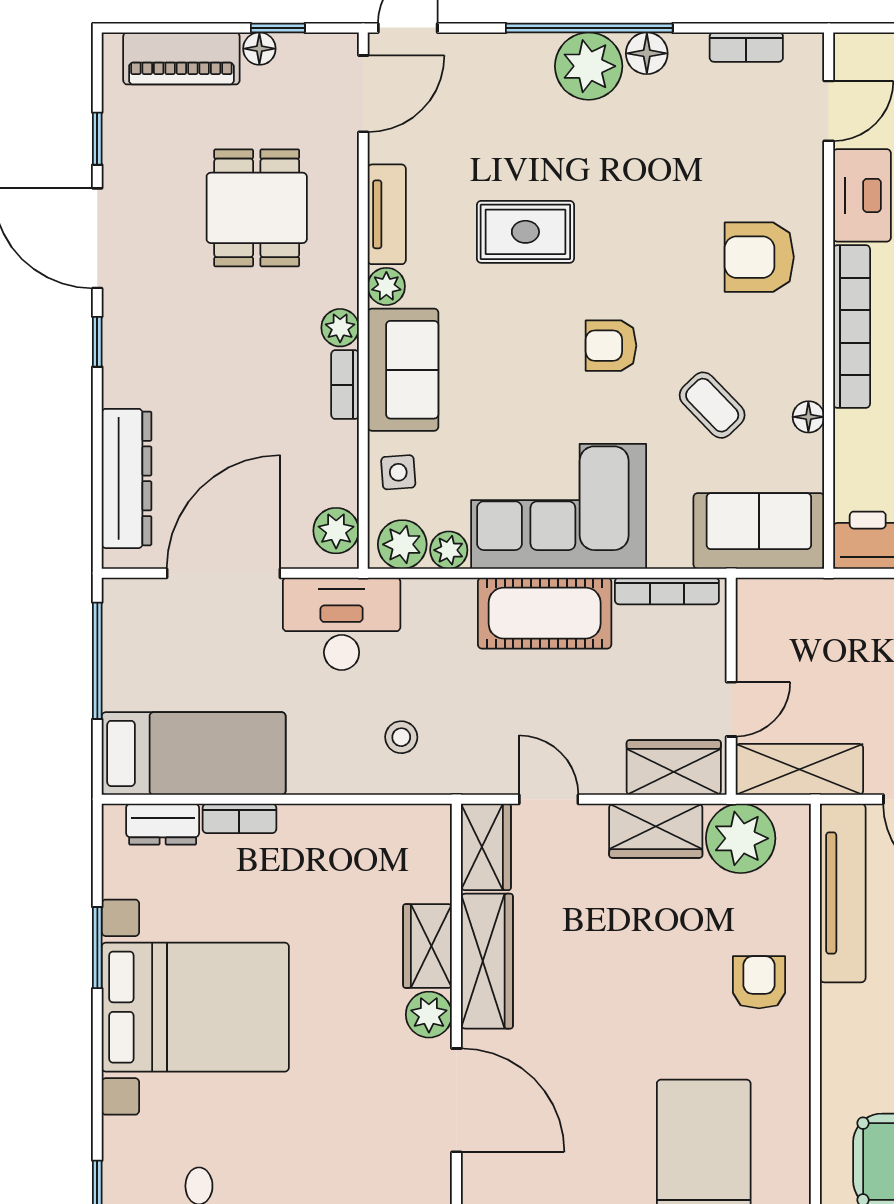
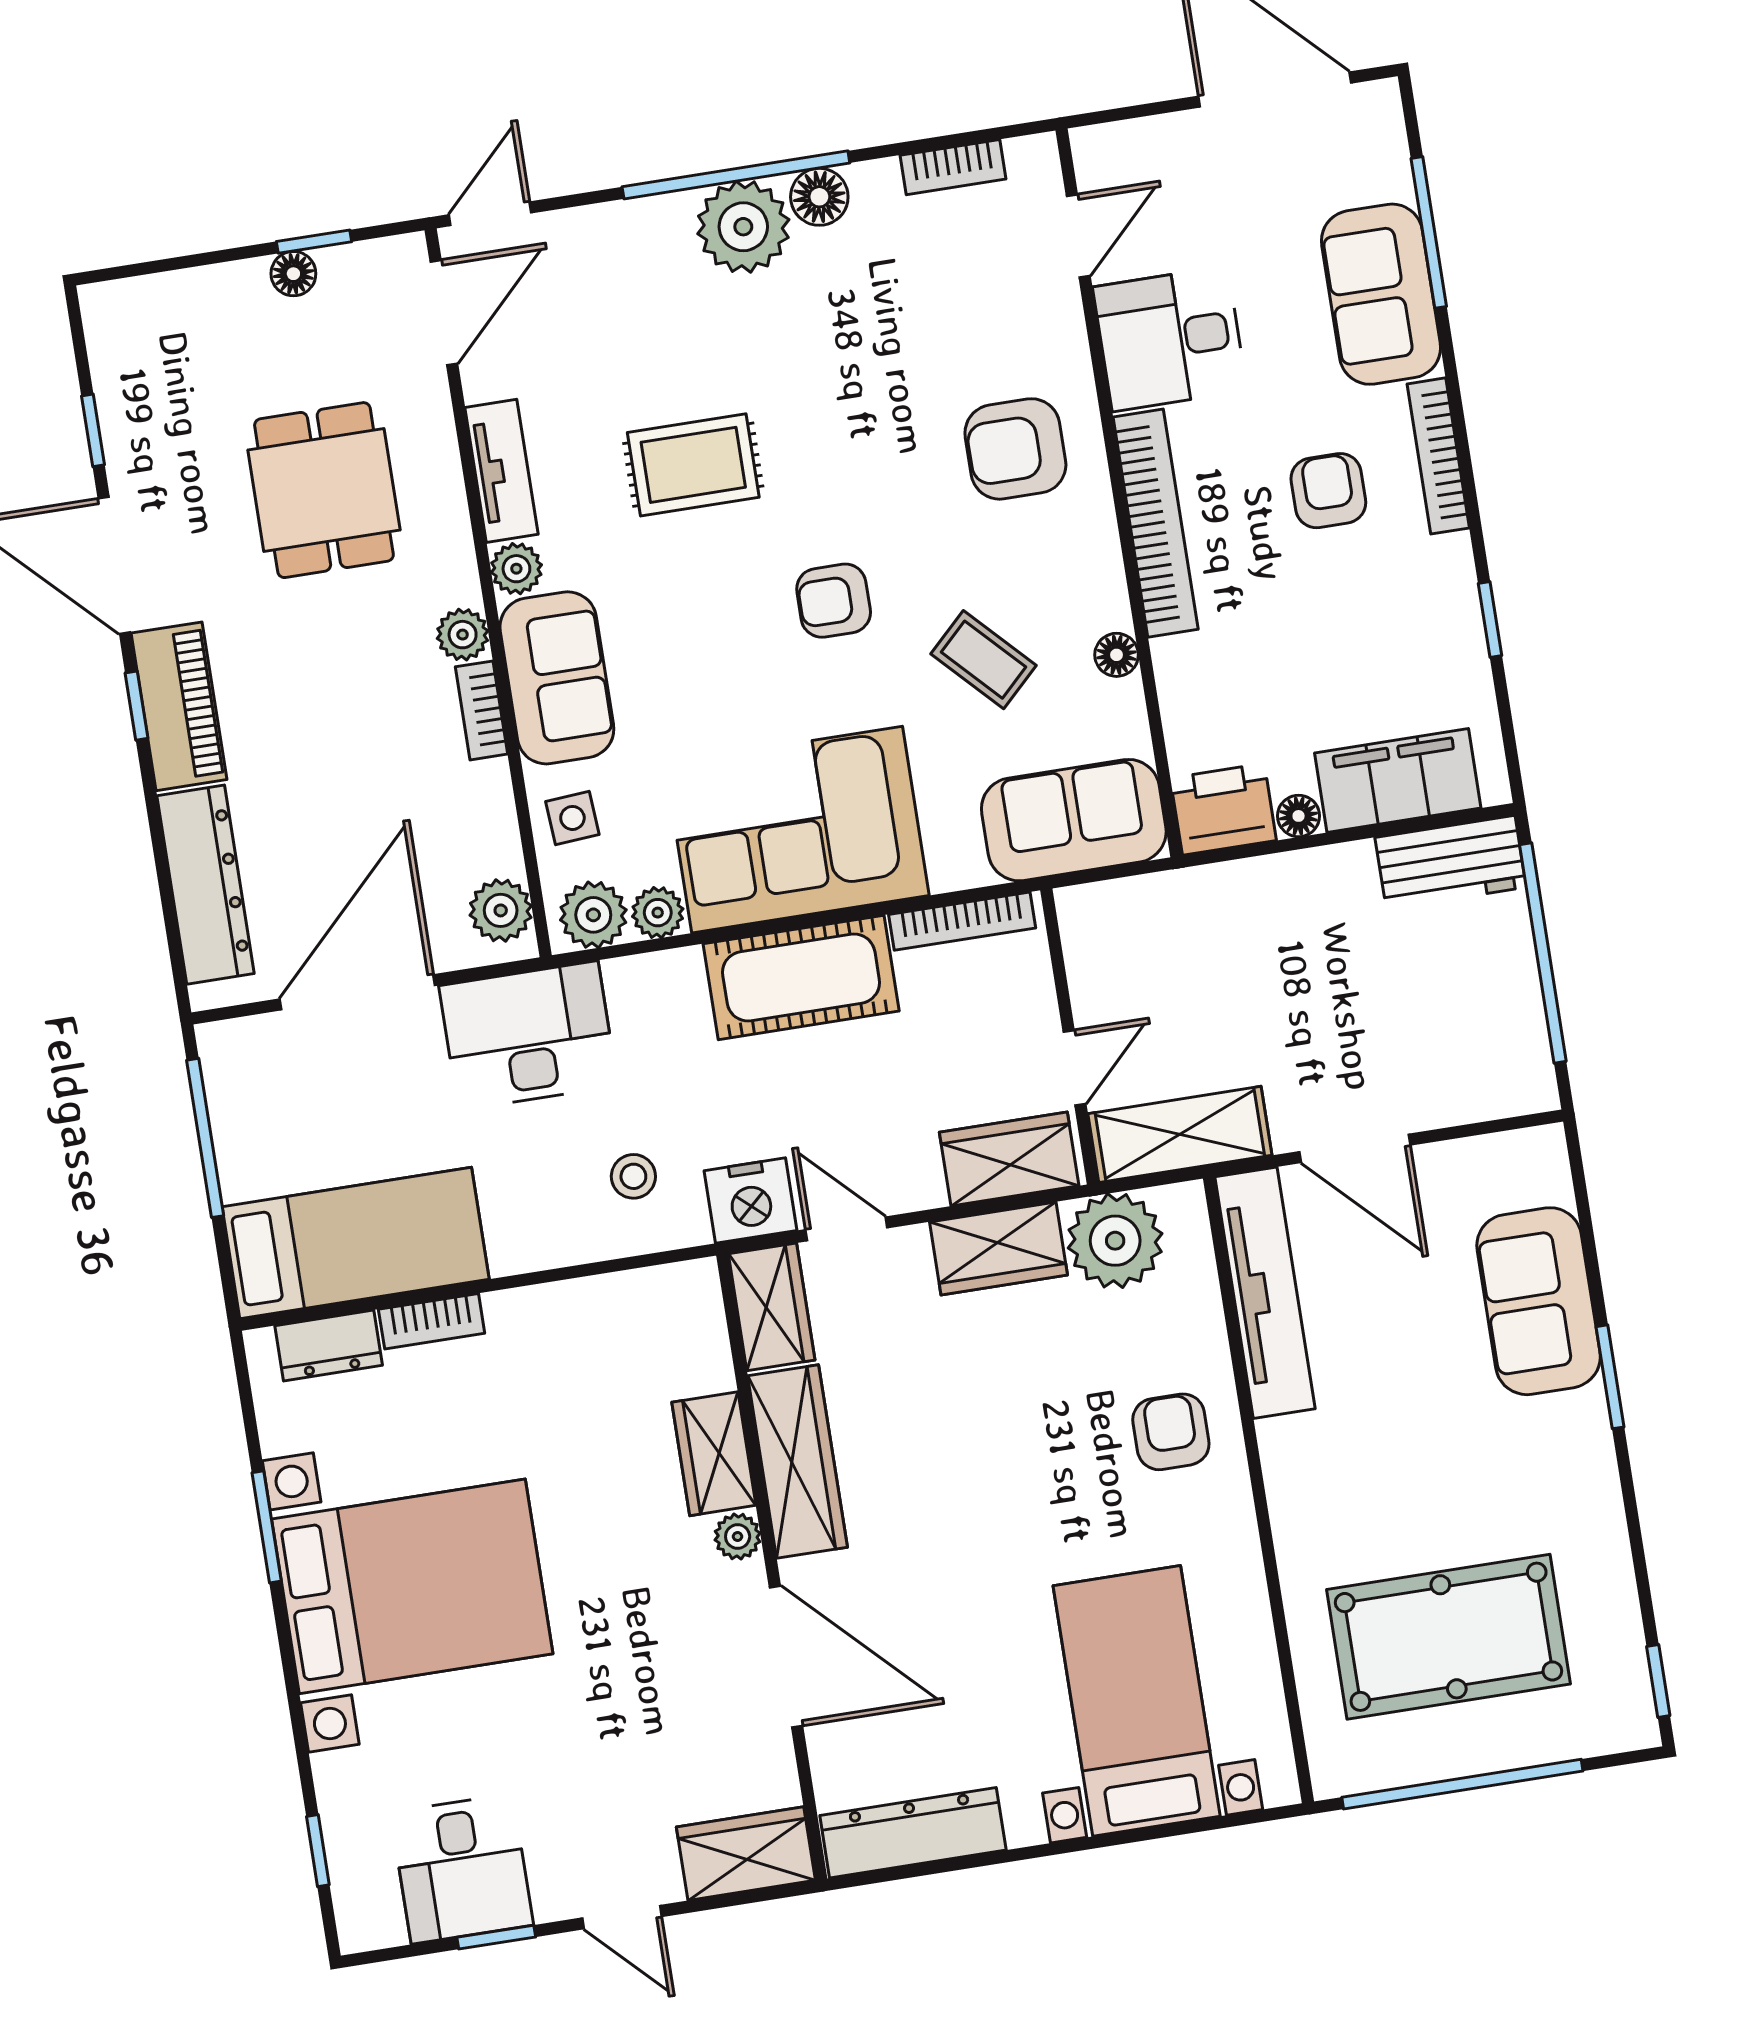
piano: (181, 58) -> (179, 706), moved, turned -90
nightstand: (483, 768) -> (751, 1201), added
plant: (429, 1015) -> (738, 1537), width x0.73, depth x0.73

